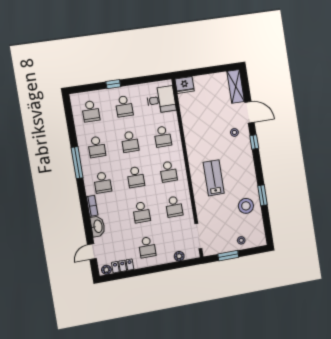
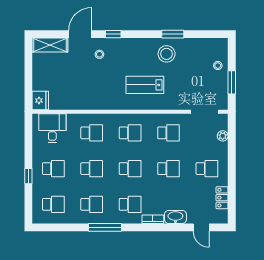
stool: (246, 206) -> (167, 54), moved
plant: (106, 270) -> (223, 215), removed

